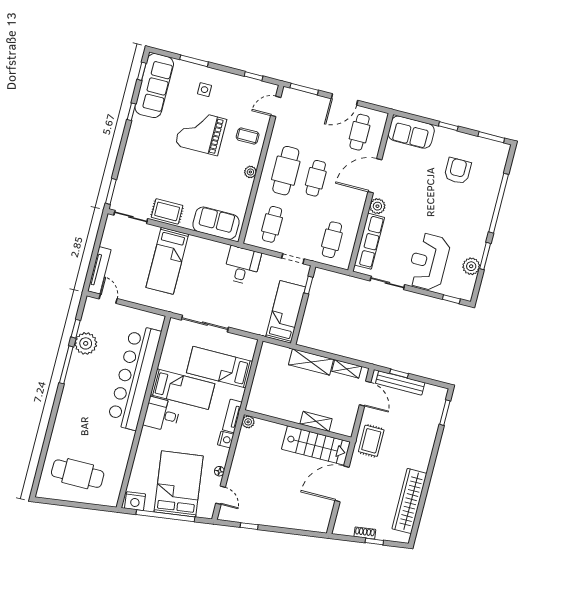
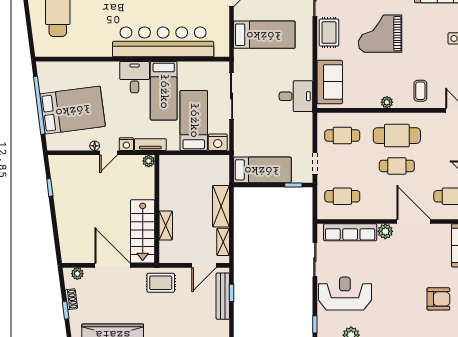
grand piano: (201, 132) -> (380, 34), moved, turned -90
bed: (167, 261) -> (264, 35), moved, turned 180
desk: (242, 265) -> (296, 96), moved
door: (221, 495) -> (108, 153), moved
nightstand: (135, 501) -> (218, 142), moved, turned -83
plant: (341, 521) -> (77, 274), added

